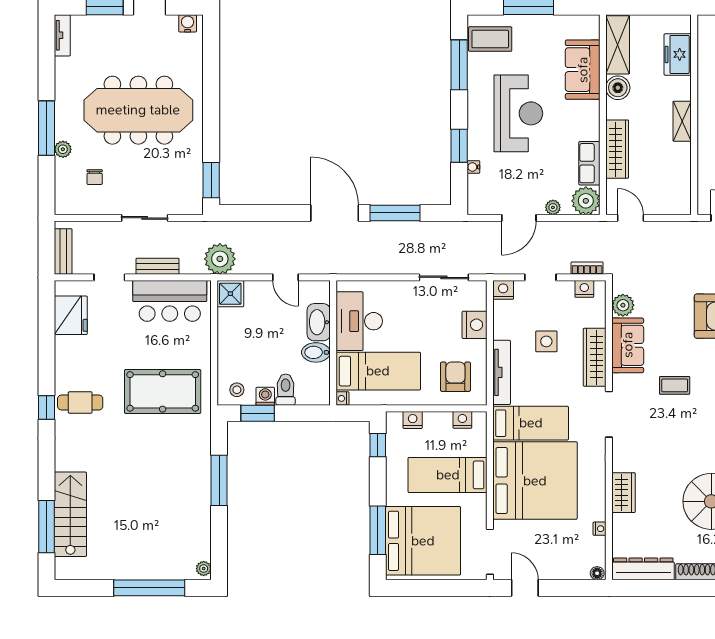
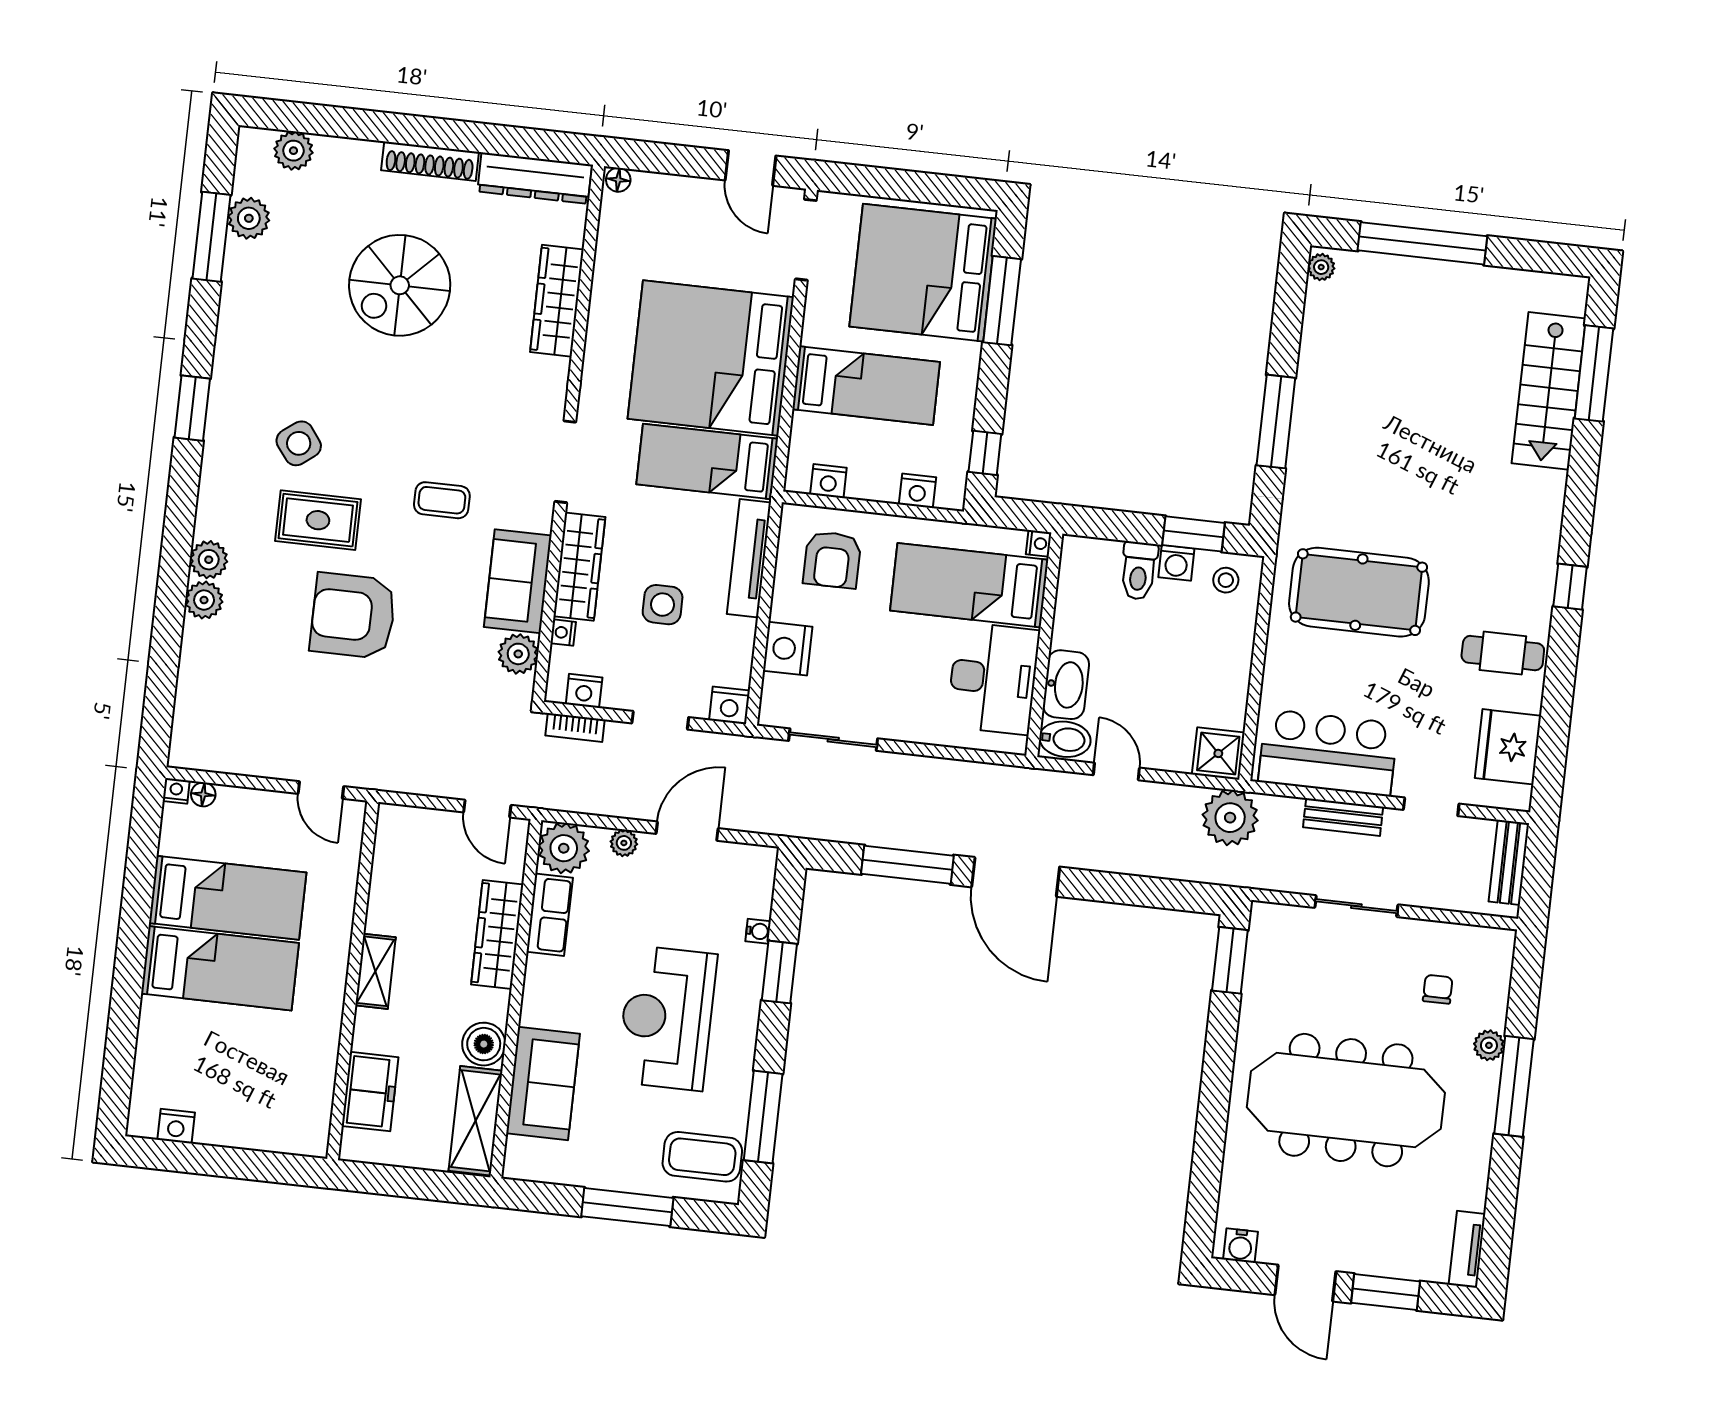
bidet: (316, 352) -> (1065, 739), moved
cafe table: (80, 403) -> (1503, 653), moved
wardrobe: (623, 493) -> (557, 301), width x1.50
nightstand: (600, 529) -> (563, 633), moved

